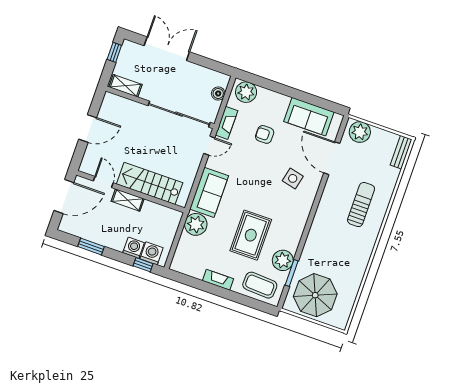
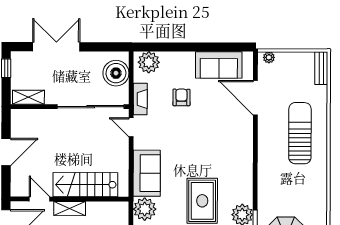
boiler: (218, 94) -> (116, 73), width x1.86, depth x1.86
plant: (360, 132) -> (269, 57), width x0.53, depth x0.53
armchair: (265, 134) -> (181, 97), turned 90
door: (209, 146) -> (131, 127), swing flipped
side table: (293, 178) -> (224, 131), removed
sun lounger: (361, 205) -> (300, 133), width x1.36, depth x1.34

